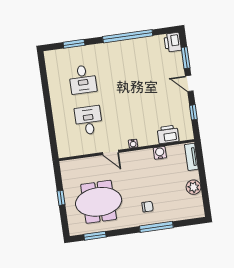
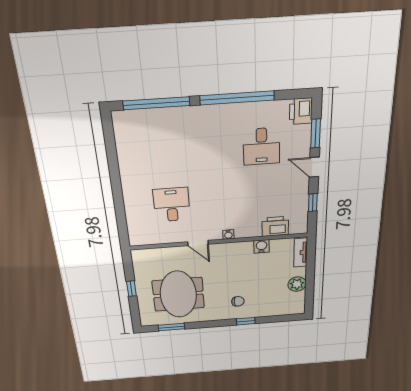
window: (74, 44) -> (156, 103), width x2.11
desk: (83, 79) -> (262, 146), moved
meeting table: (99, 202) -> (178, 294), turned 90
window: (156, 227) -> (246, 321), width x0.46

